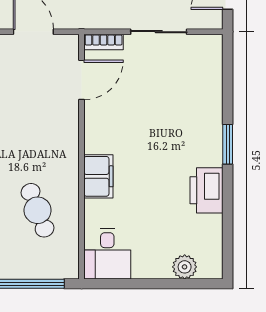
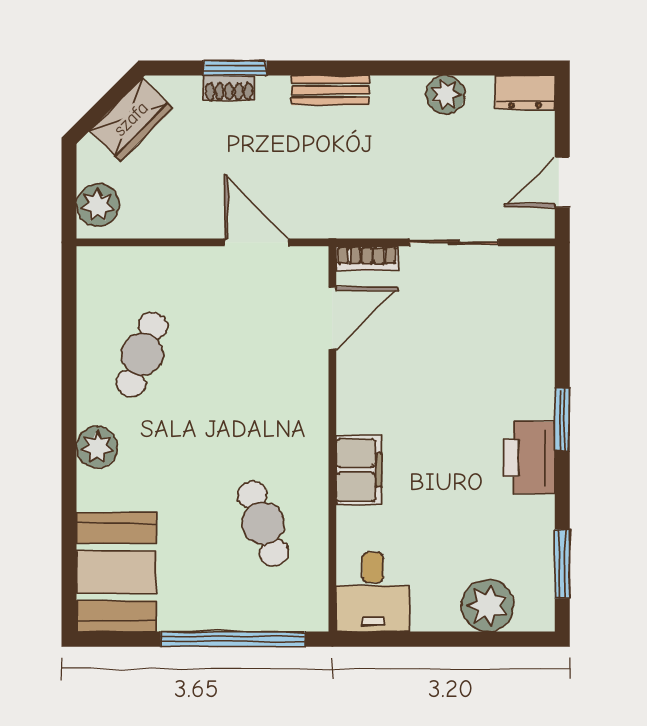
printer: (207, 190) -> (529, 458), moved
window: (228, 236) -> (562, 564), added
plant: (185, 267) -> (487, 606), width x1.36, depth x1.36

